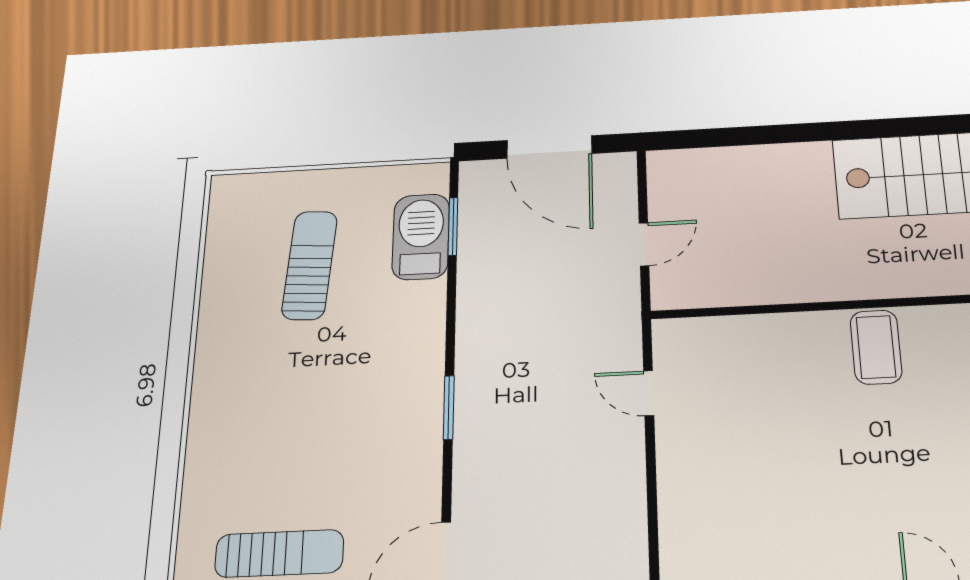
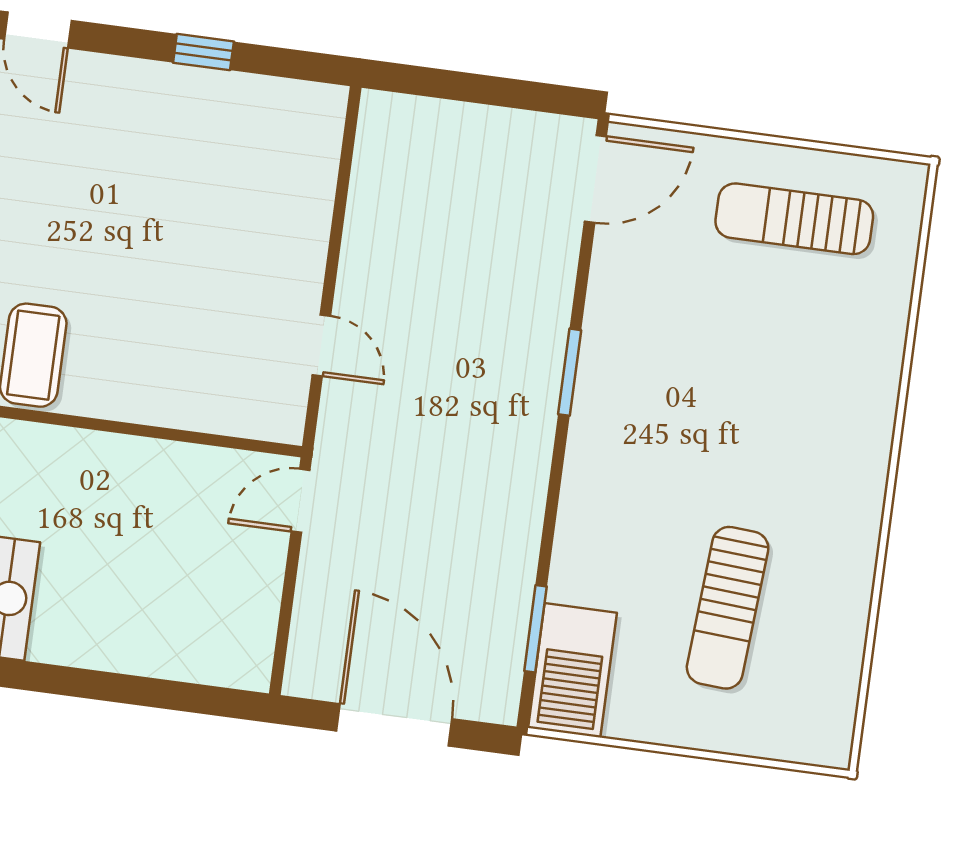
barbecue: (421, 237) -> (572, 670), moved
door: (644, 244) -> (301, 501), moved

